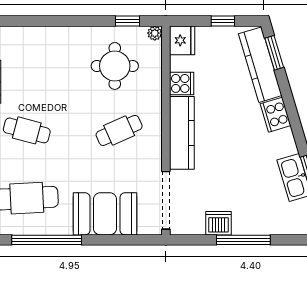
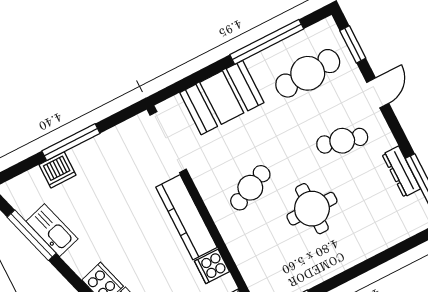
round table: (115, 66) -> (312, 209), moved
dishwasher: (218, 223) -> (58, 170), moved

